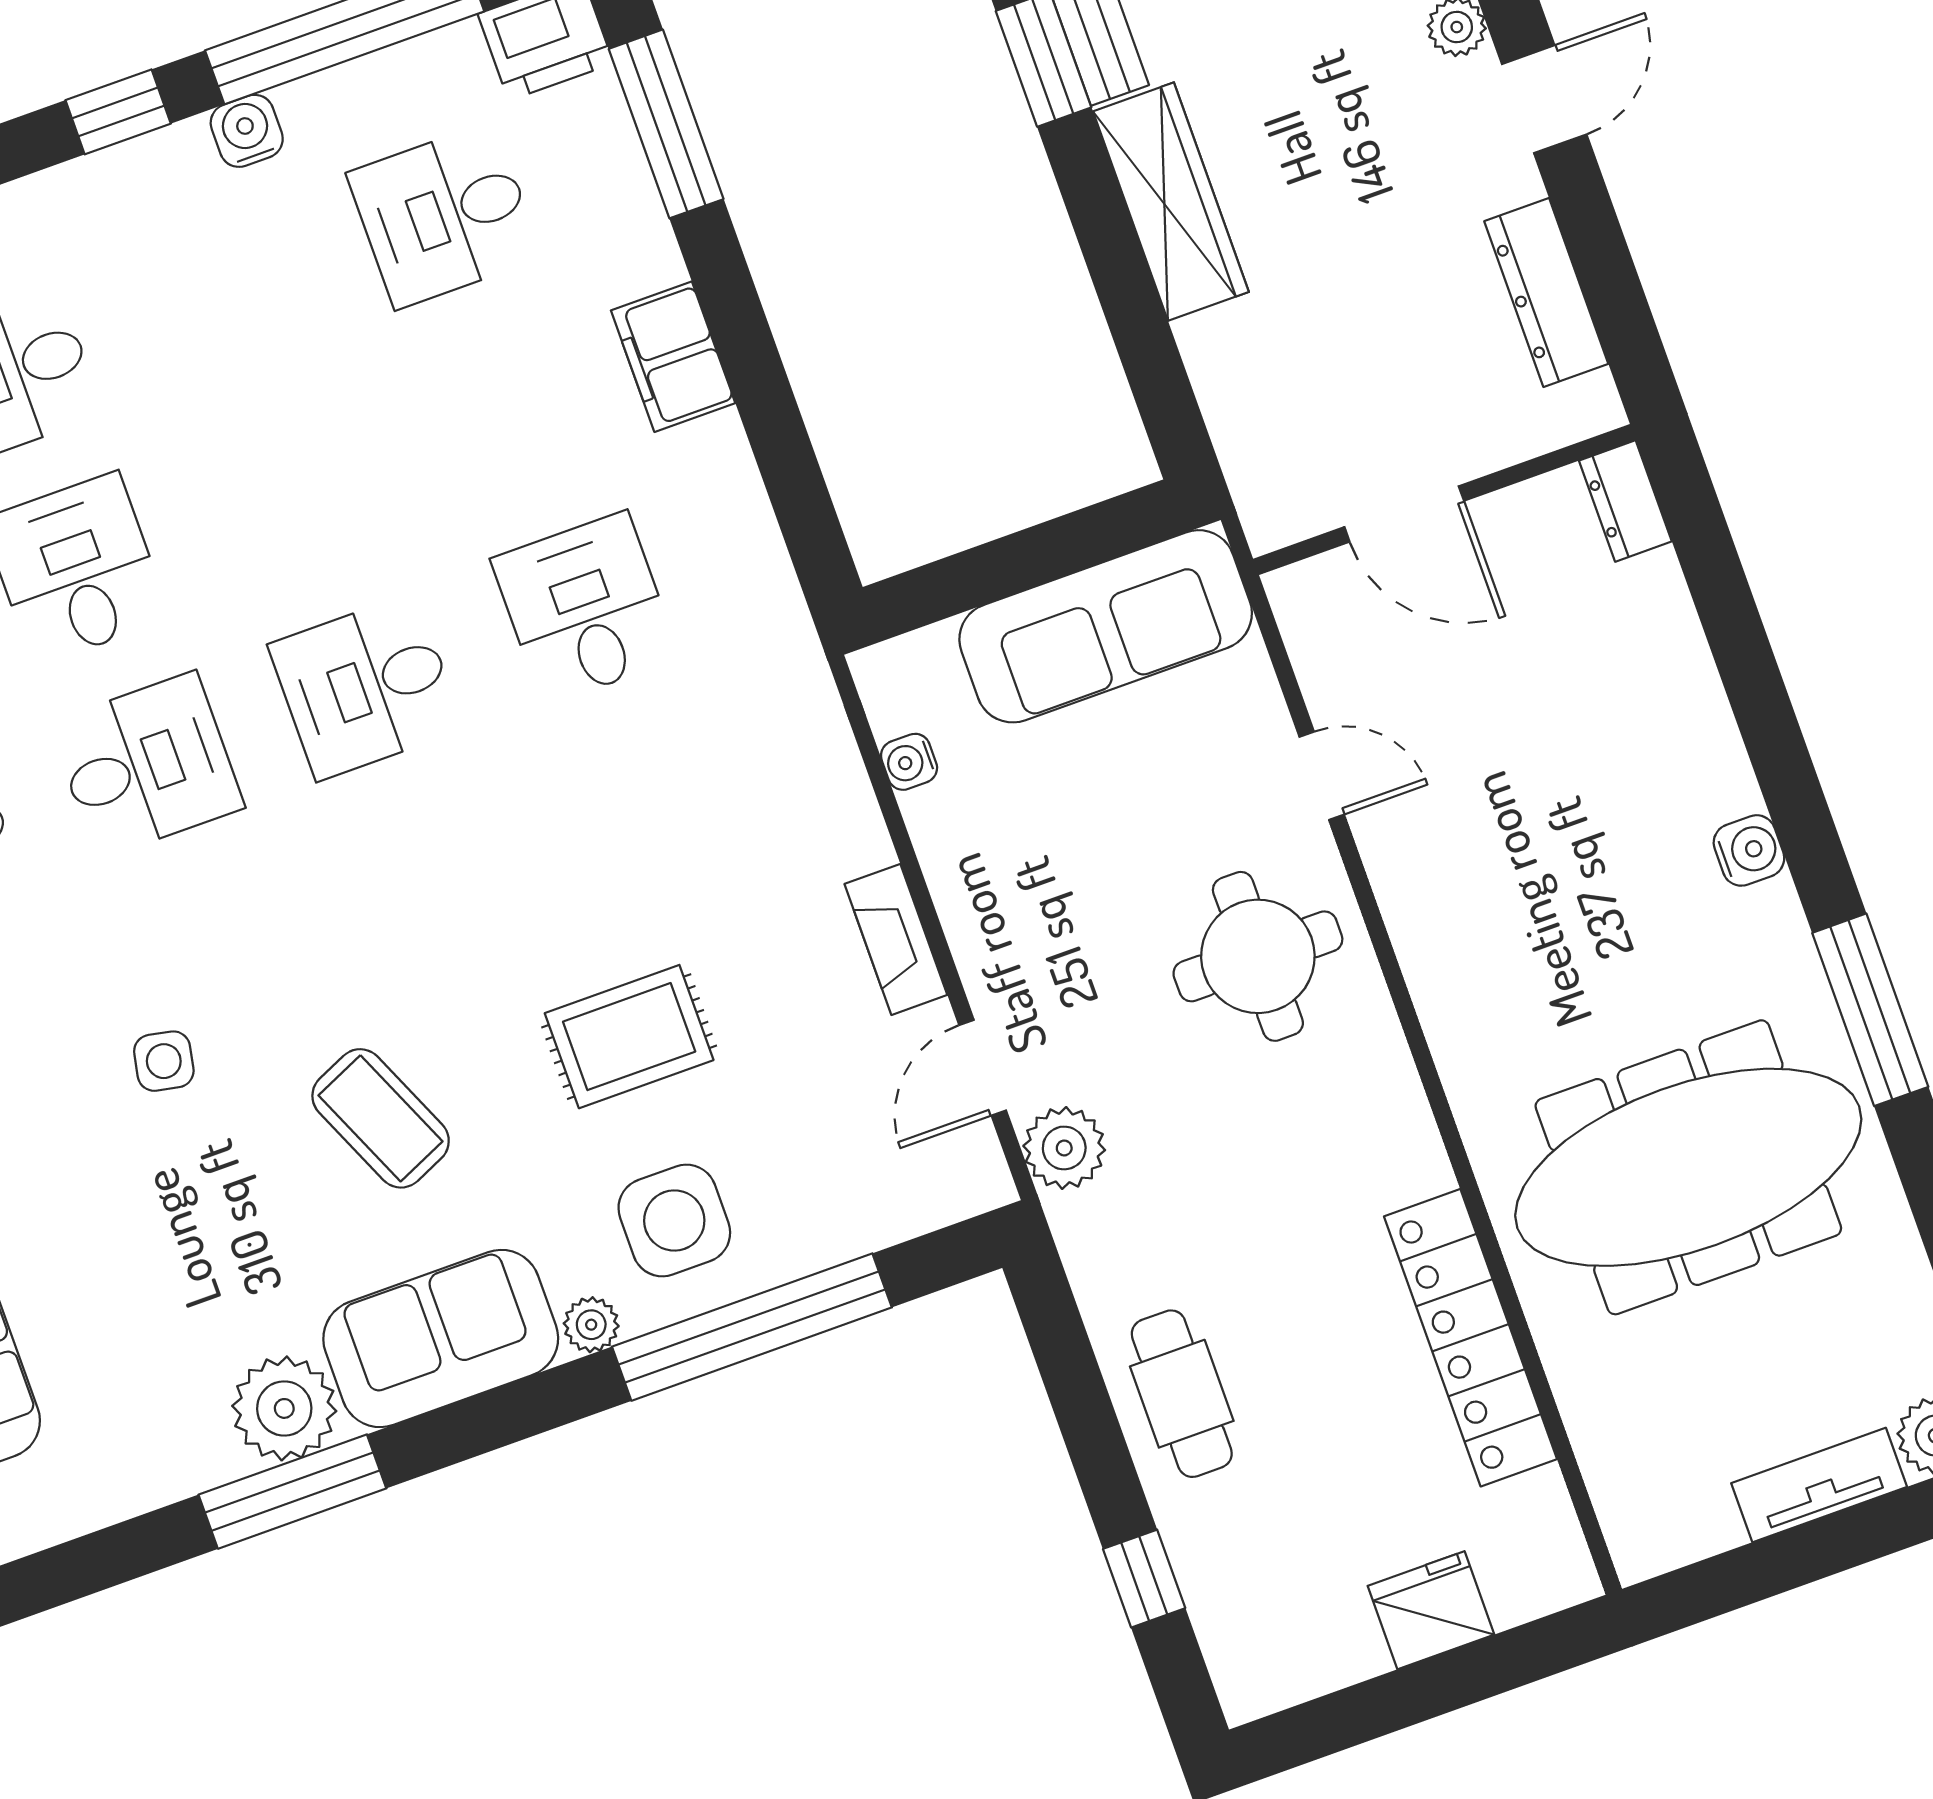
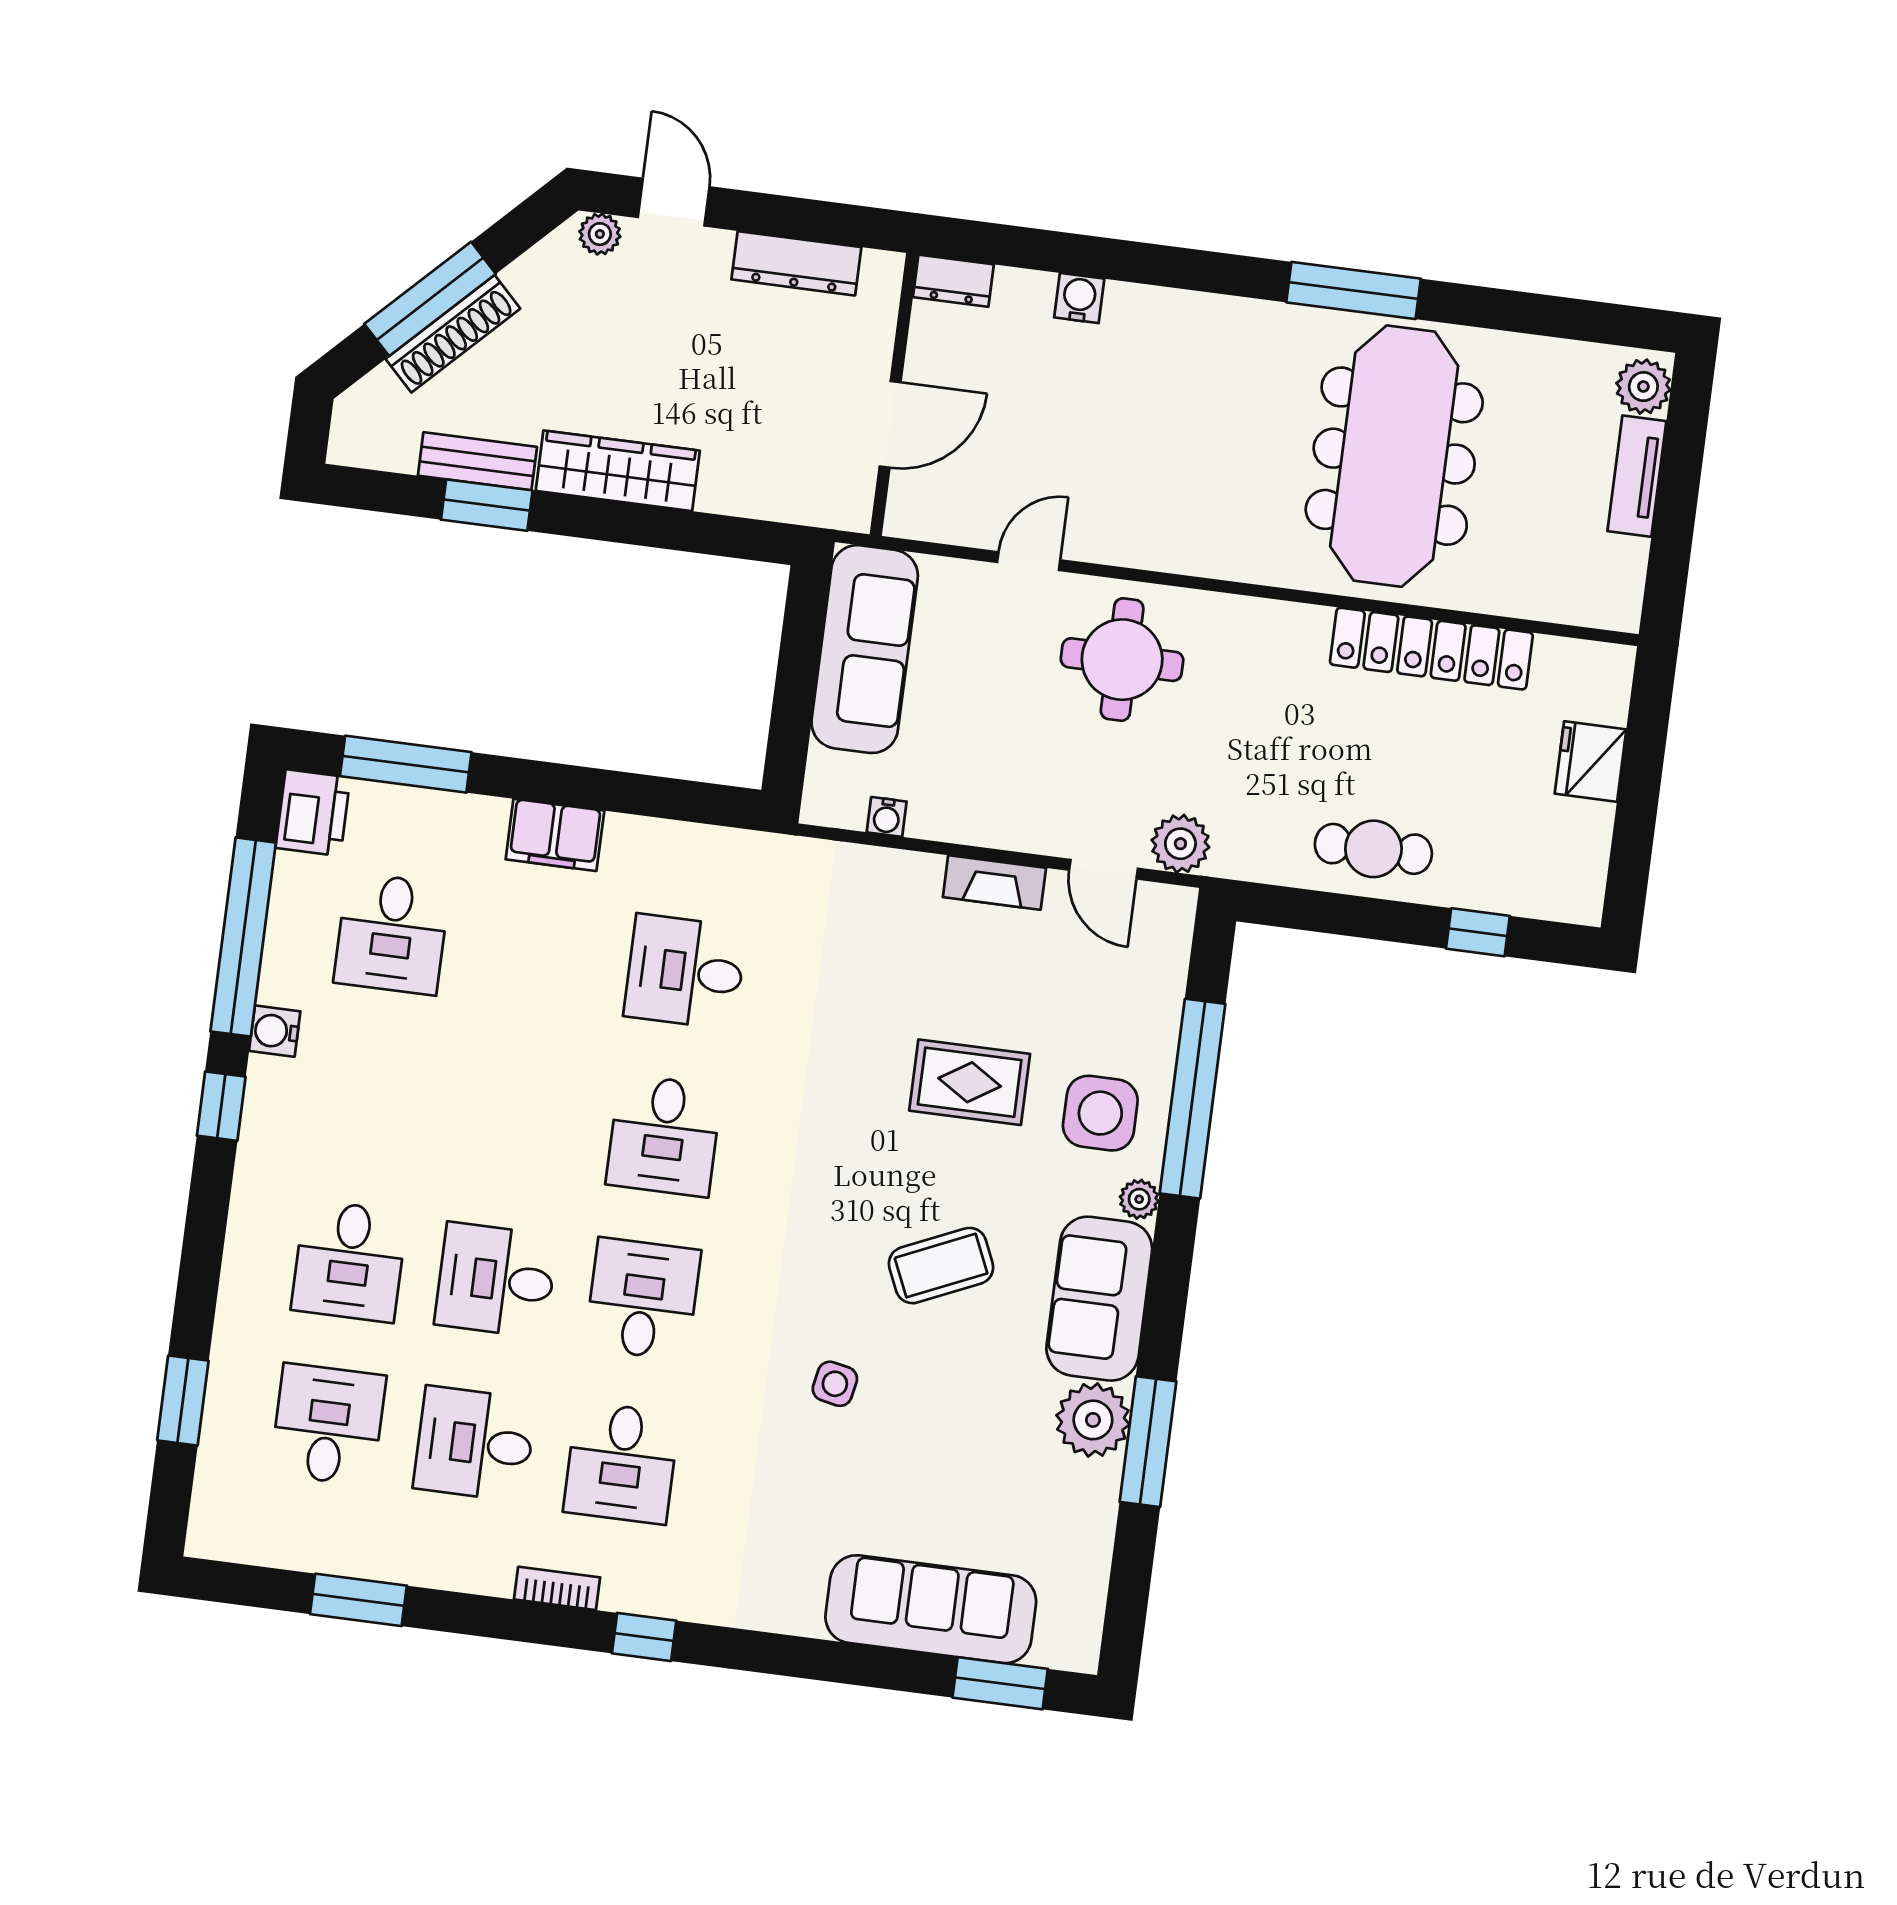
water cooler: (1749, 850) -> (1079, 298), moved
rug: (629, 1037) -> (970, 1082), turned 90

